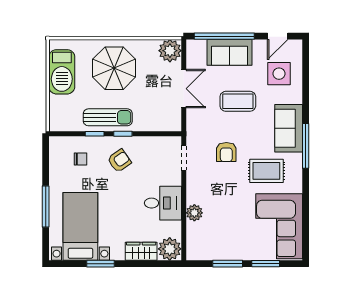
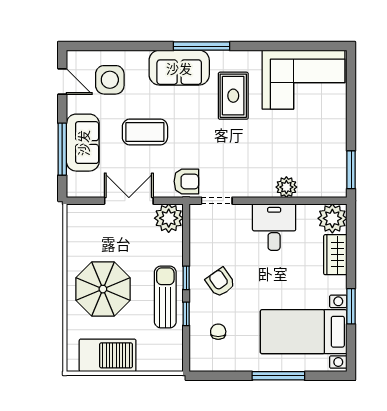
window: (224, 36) -> (62, 149), width x0.68
plant: (170, 51) -> (169, 218), moved
coffee table: (238, 101) -> (145, 132), turned 90
armchair: (226, 152) -> (186, 181), moved
window: (228, 264) -> (351, 170), moved
window: (266, 264) -> (351, 97), removed

